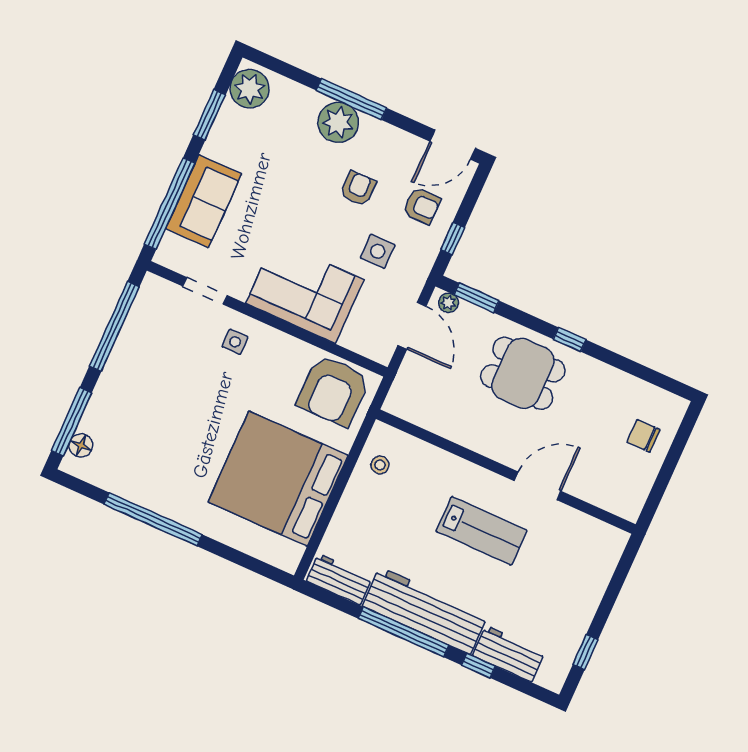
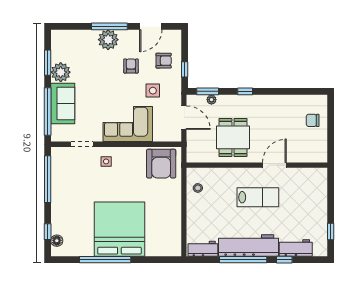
plant: (250, 89) -> (61, 72), moved
door: (453, 145) -> (151, 26), moved
plant: (448, 303) -> (212, 100), moved
window: (569, 339) -> (245, 91), moved
dining table: (523, 373) -> (233, 137), moved, turned 90
window: (72, 422) -> (48, 232), width x0.46
bed: (278, 479) -> (119, 229), moved, turned 90

